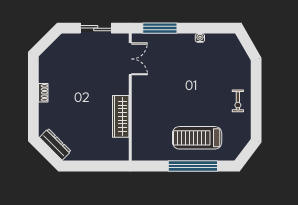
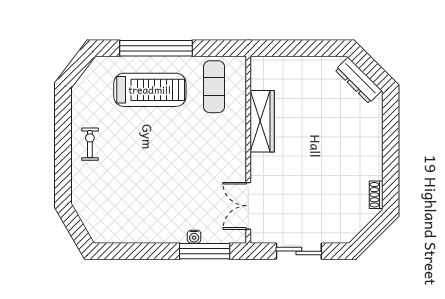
water cooler: (200, 38) -> (194, 237), moved
shoe rack: (43, 93) -> (376, 195), moved
exercise mat: (153, 140) -> (214, 87), added

